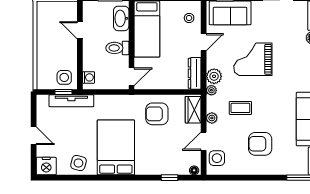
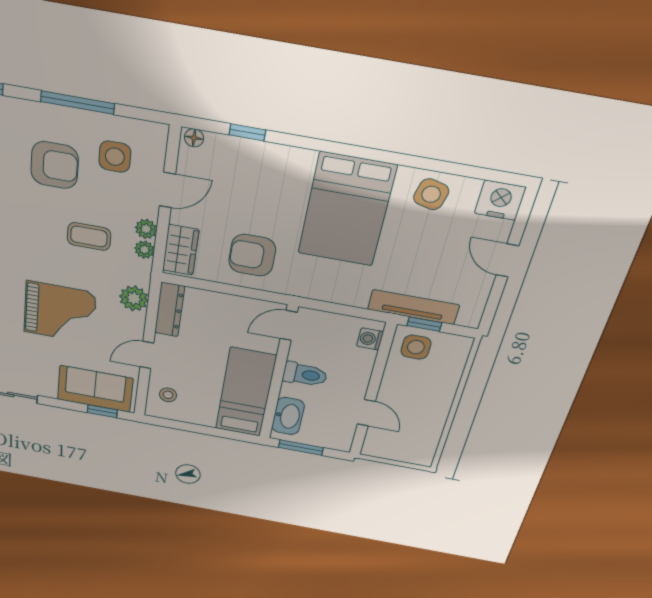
plant: (211, 90) -> (145, 250), moved
armchair: (157, 114) -> (252, 255), turned 180
side table: (217, 158) -> (115, 157), moved
window: (251, 178) -> (77, 103), added

